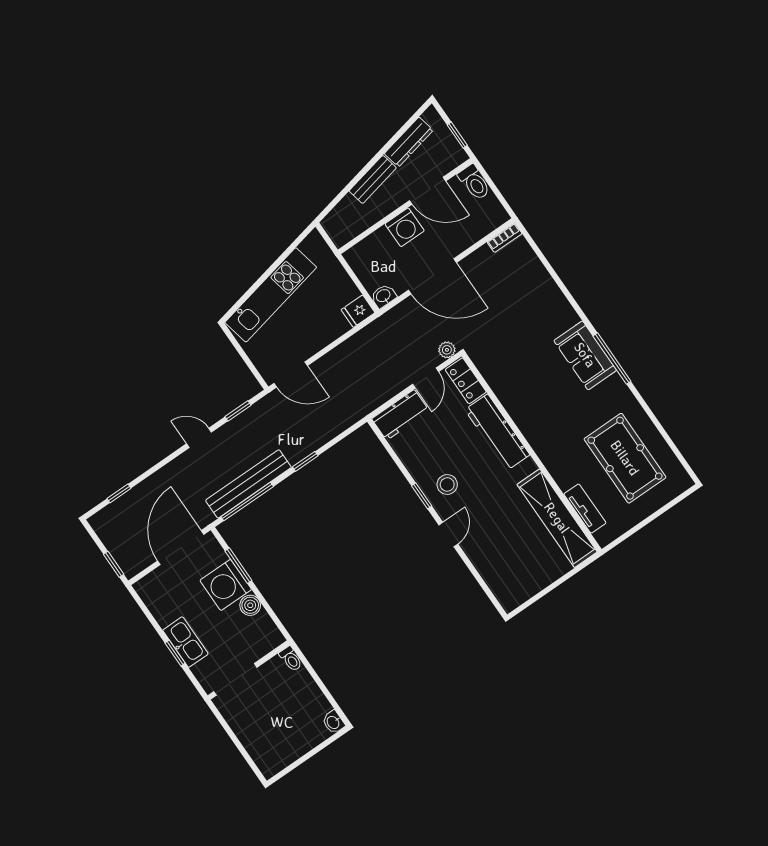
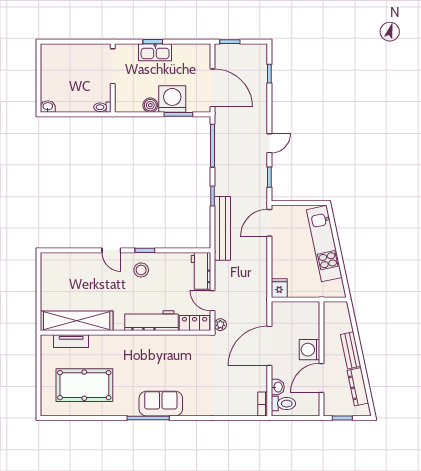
toilet: (474, 182) -> (283, 404), moved, turned 180
washbasin: (383, 296) -> (278, 387), moved
bench: (248, 484) -> (222, 228), moved

